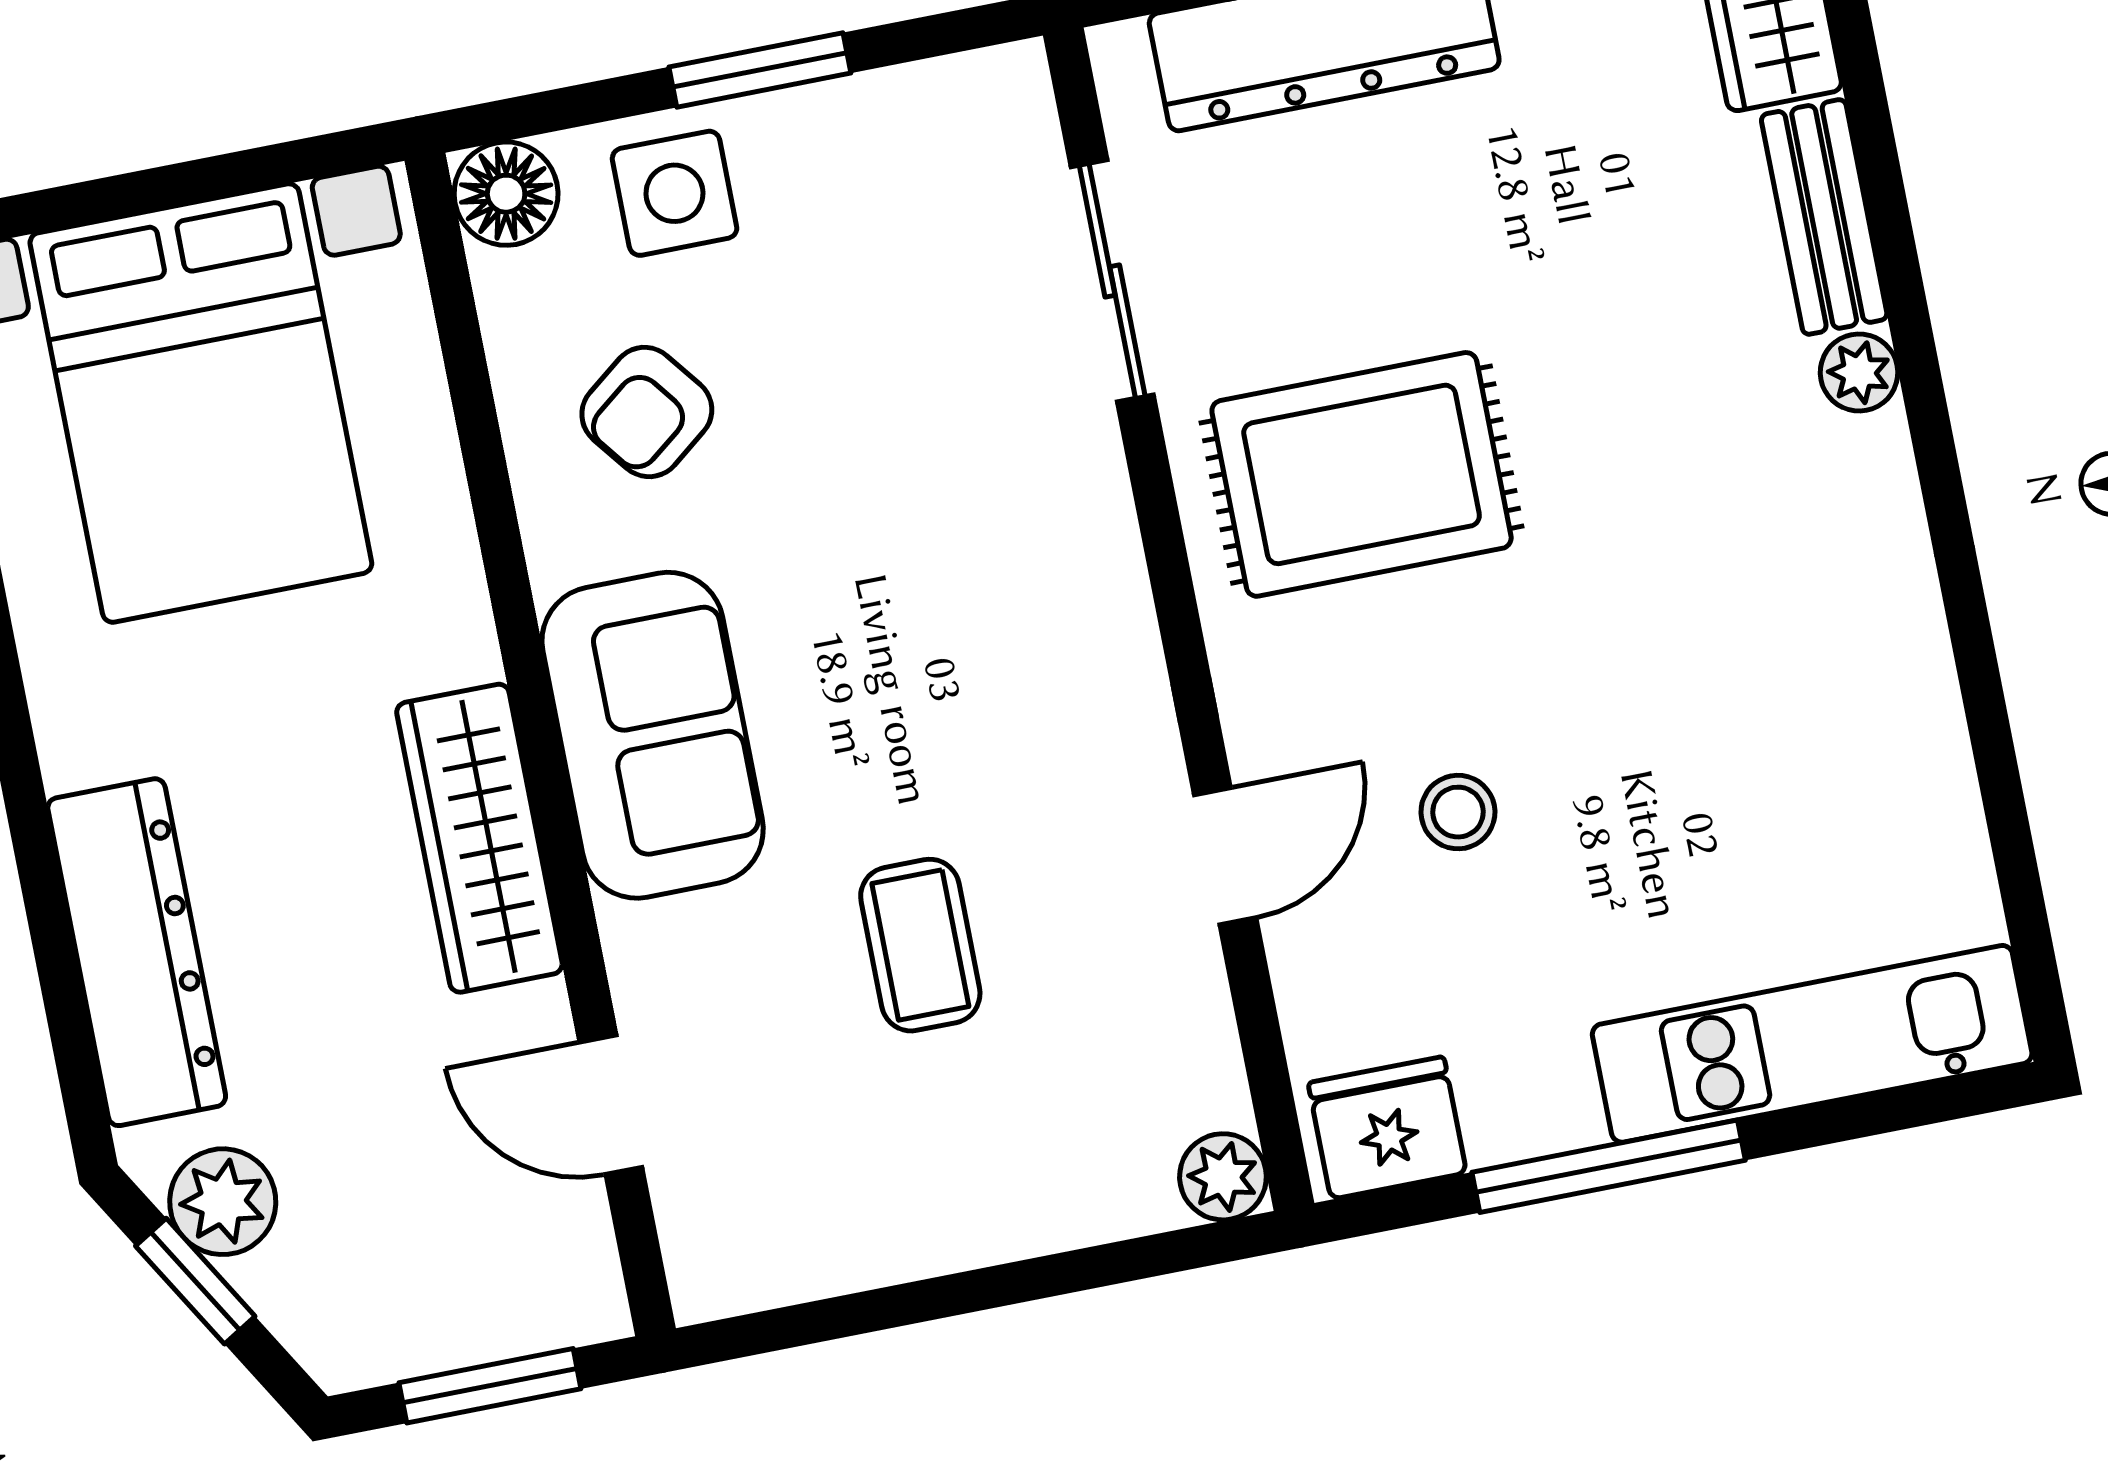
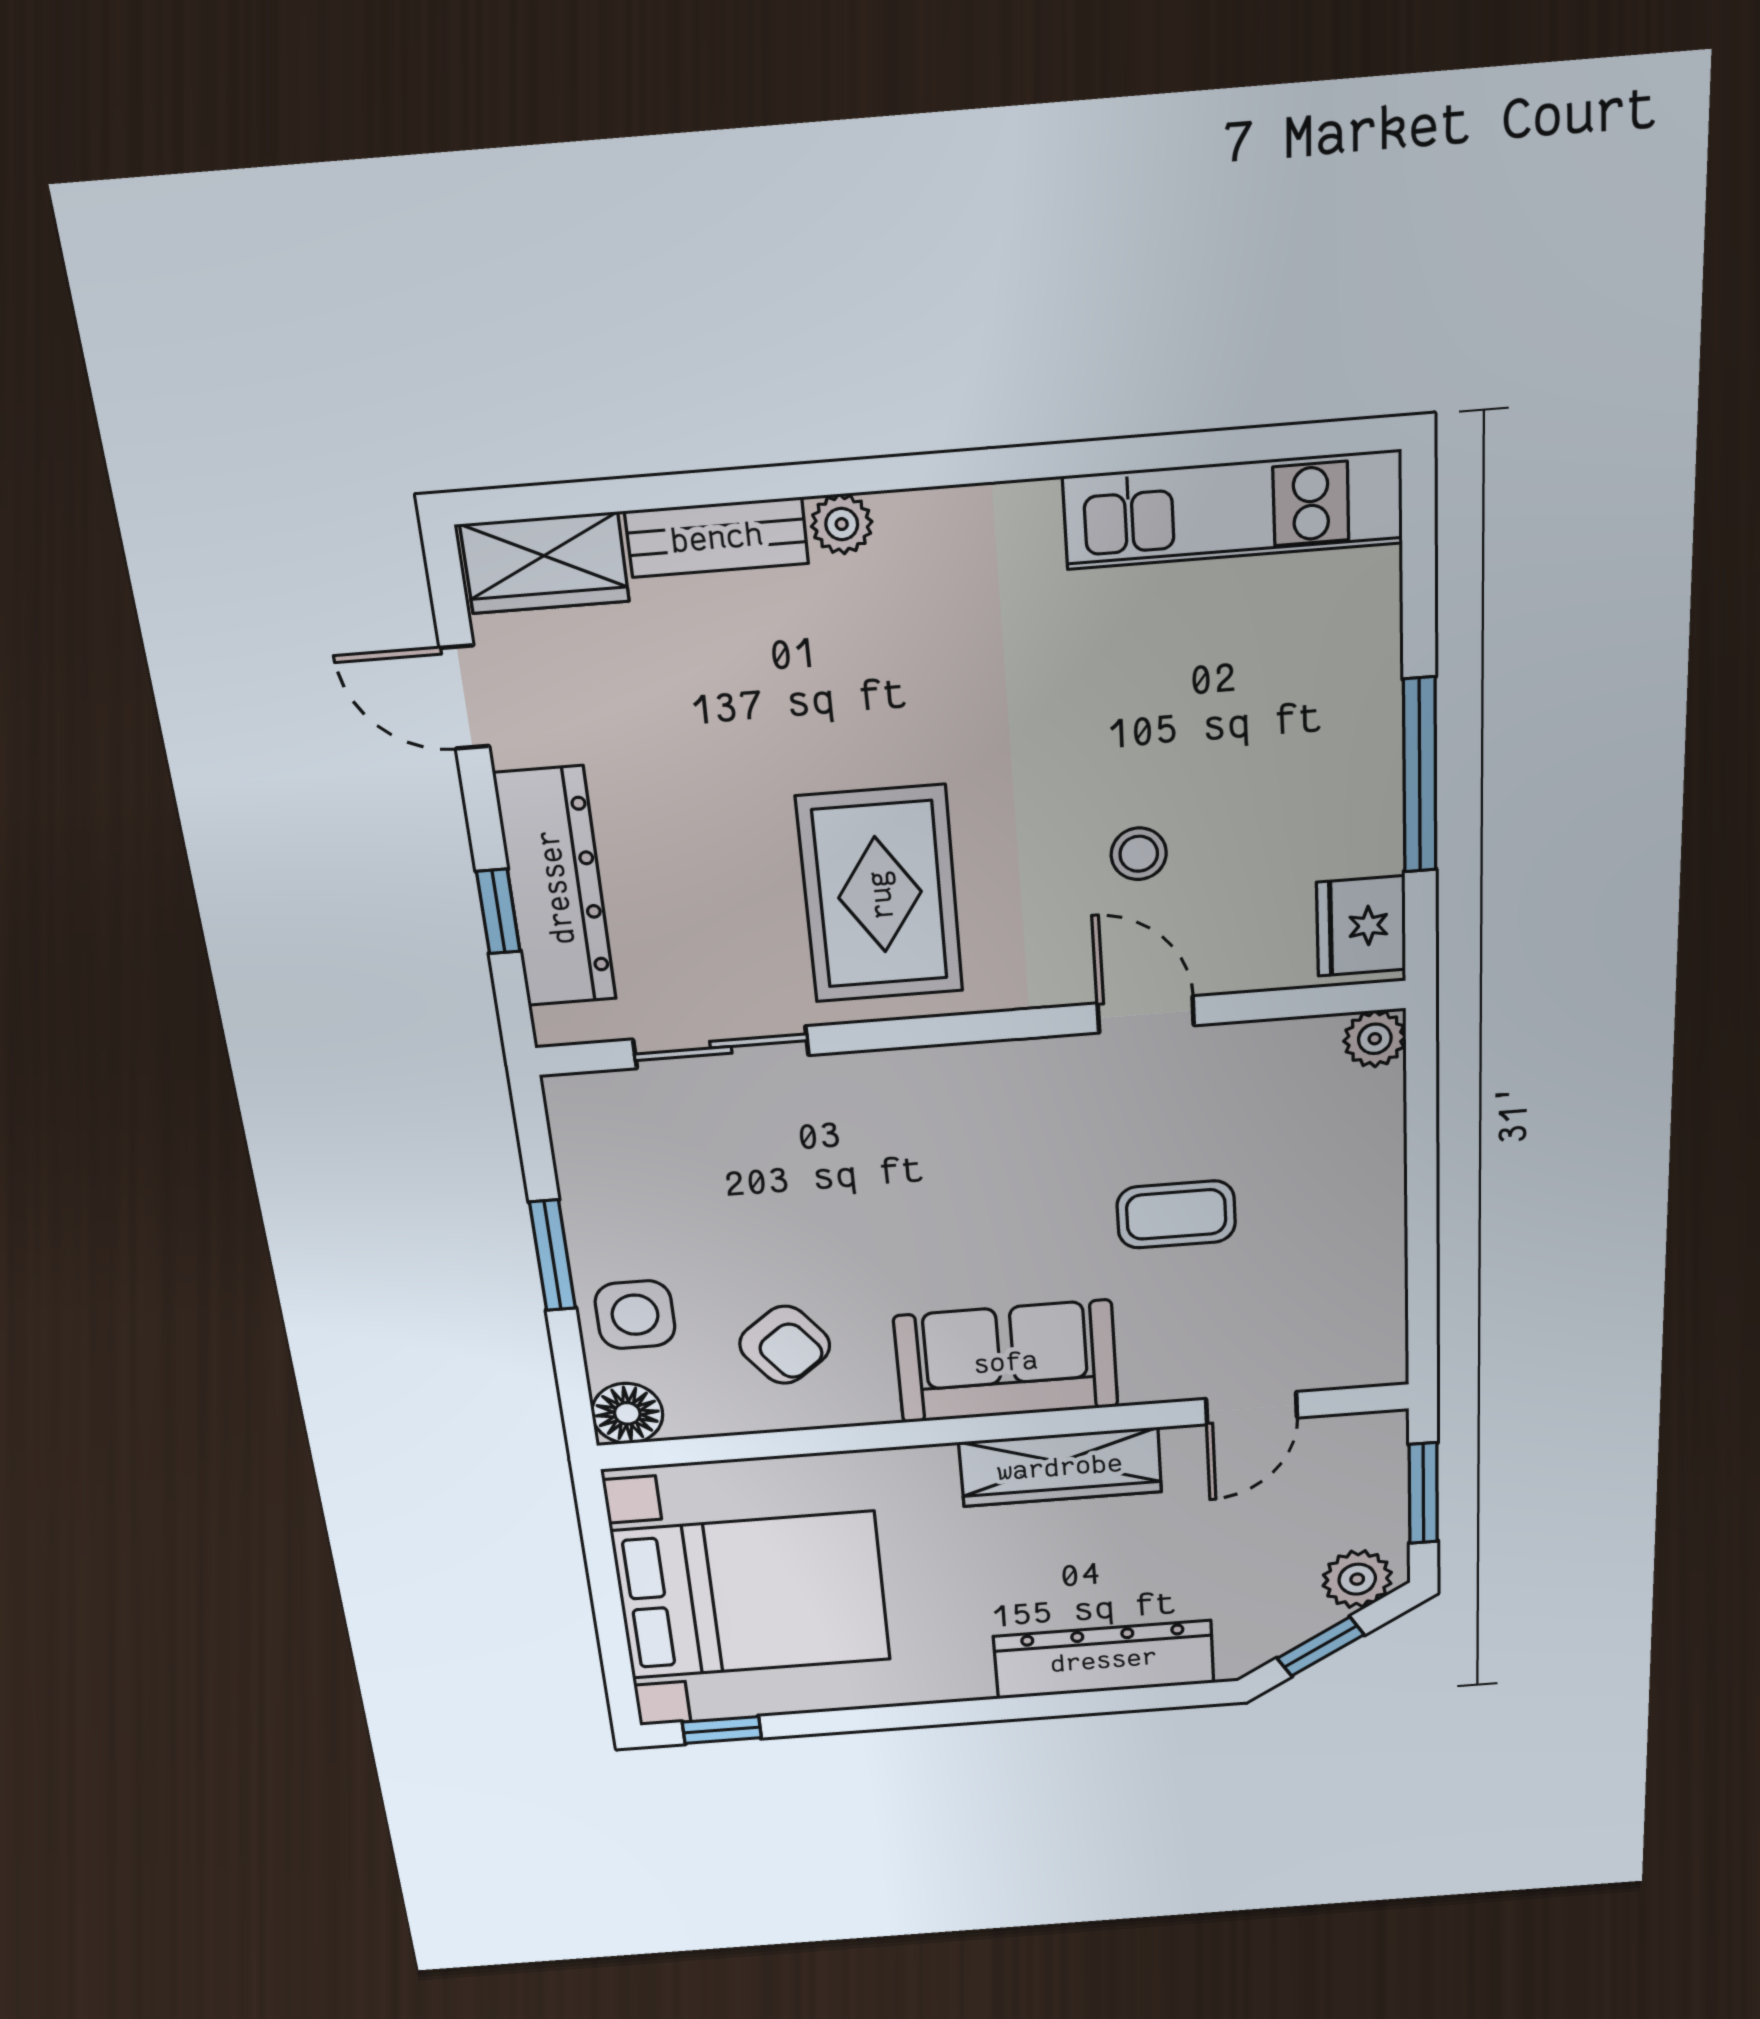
kitchen unit: (1812, 1044) -> (1233, 510), moved, turned -90
plant: (223, 1202) -> (1357, 1579), moved

